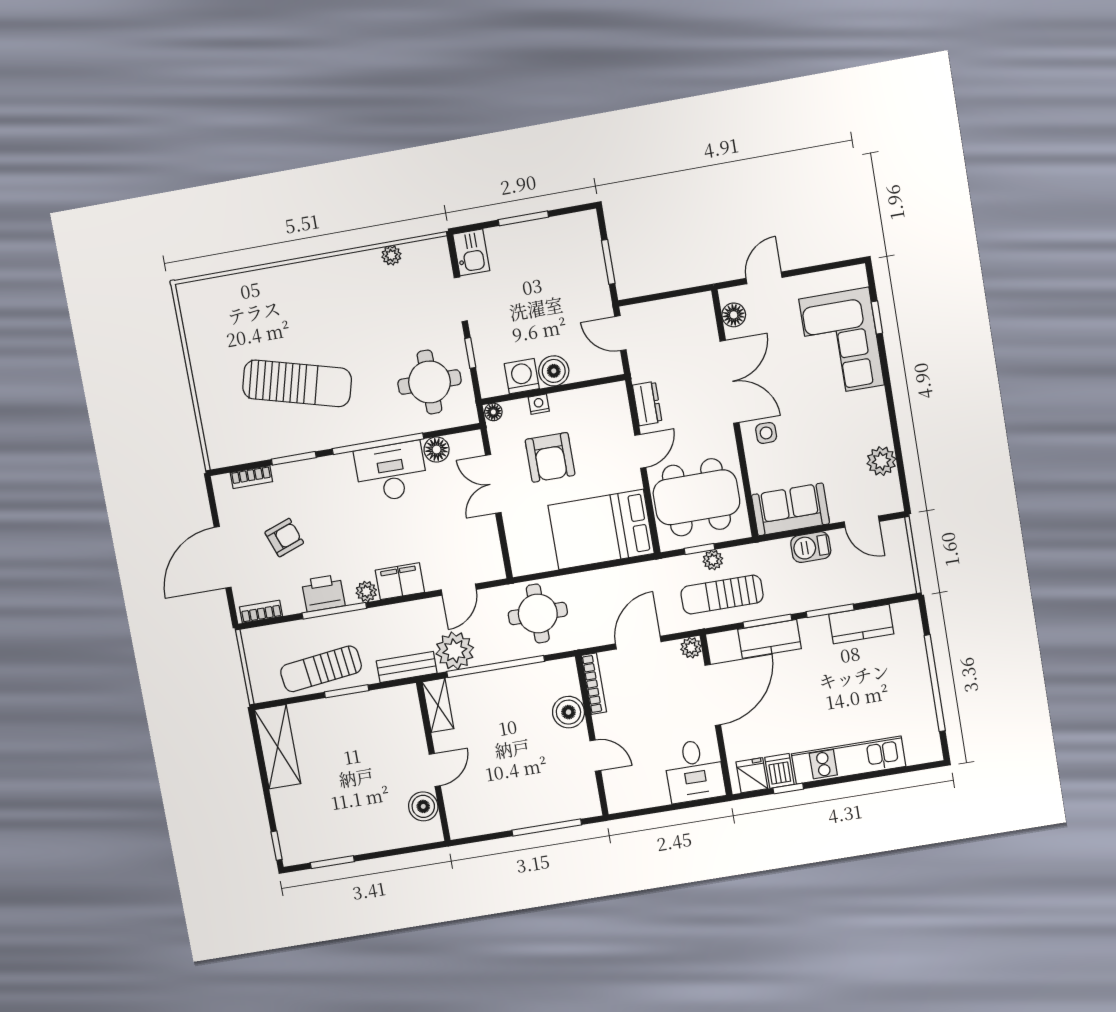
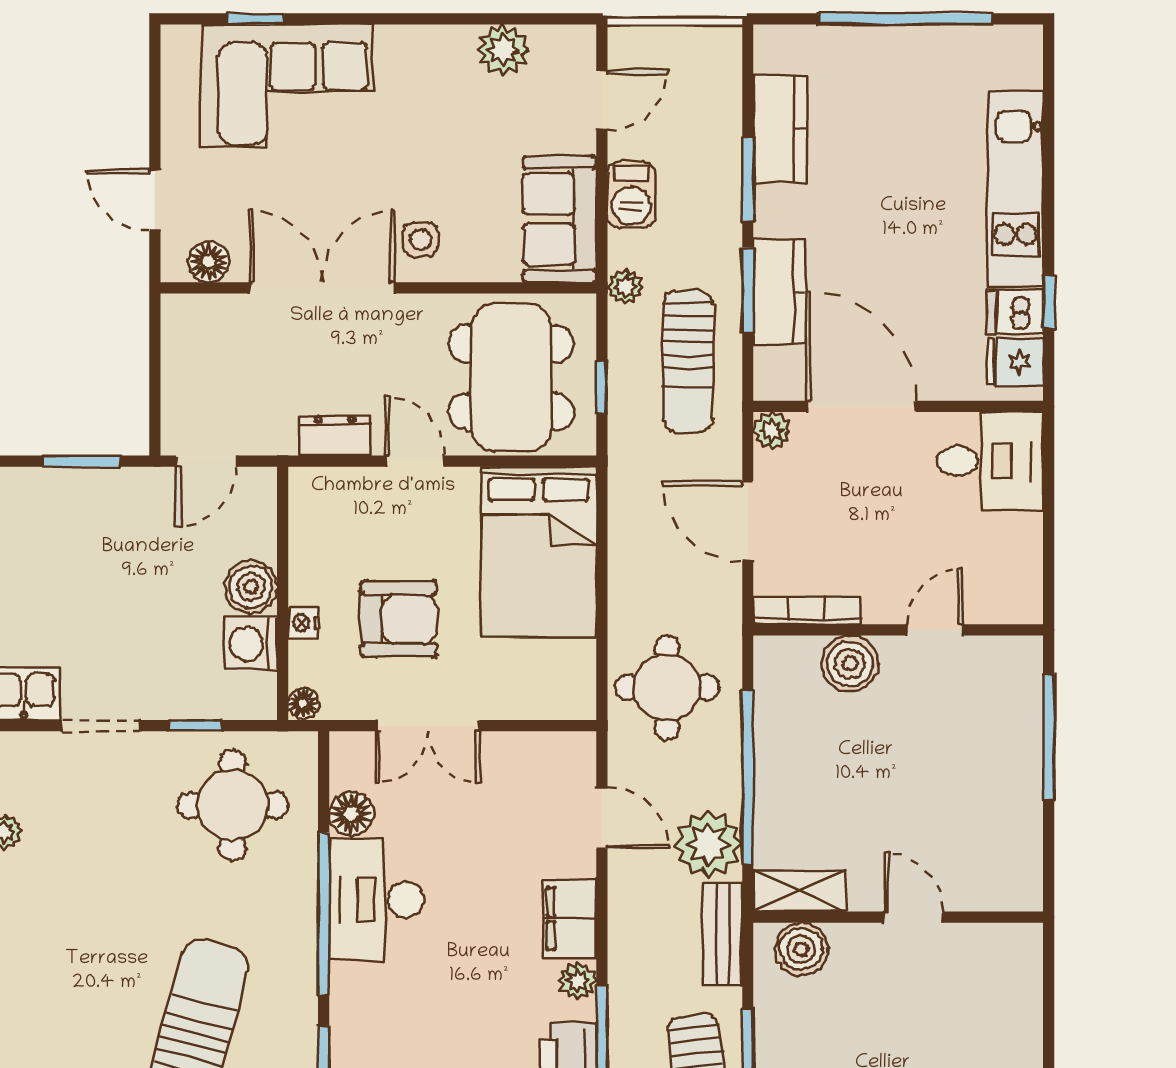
plant: (713, 560) -> (625, 287), moved
boiler: (423, 806) -> (801, 949), moved

